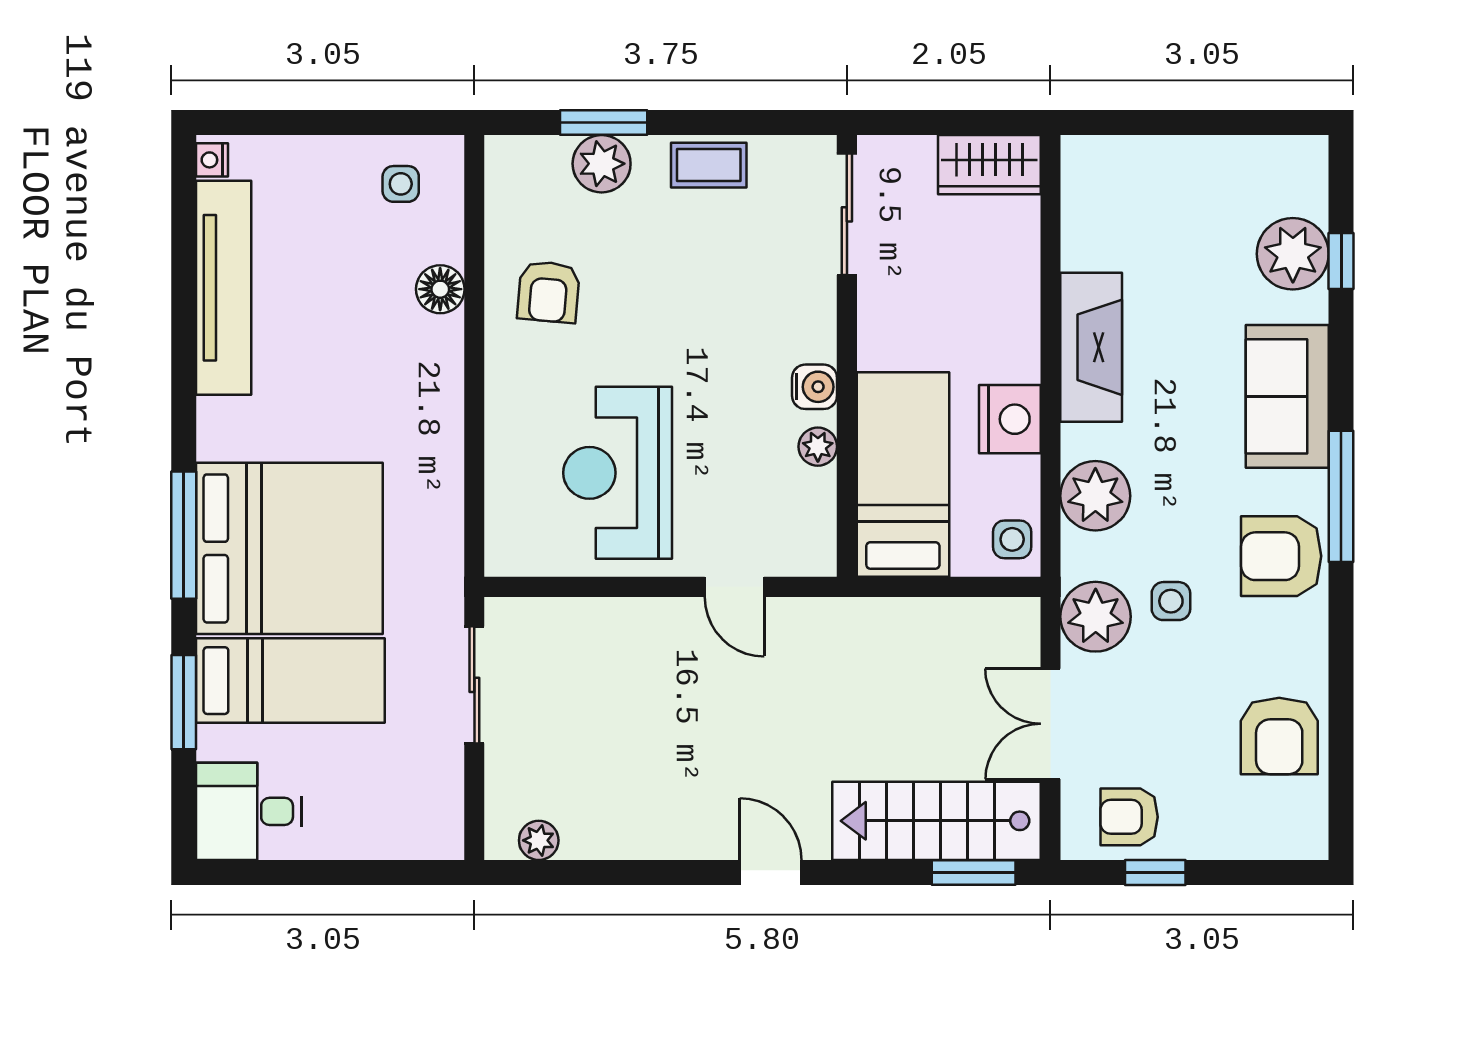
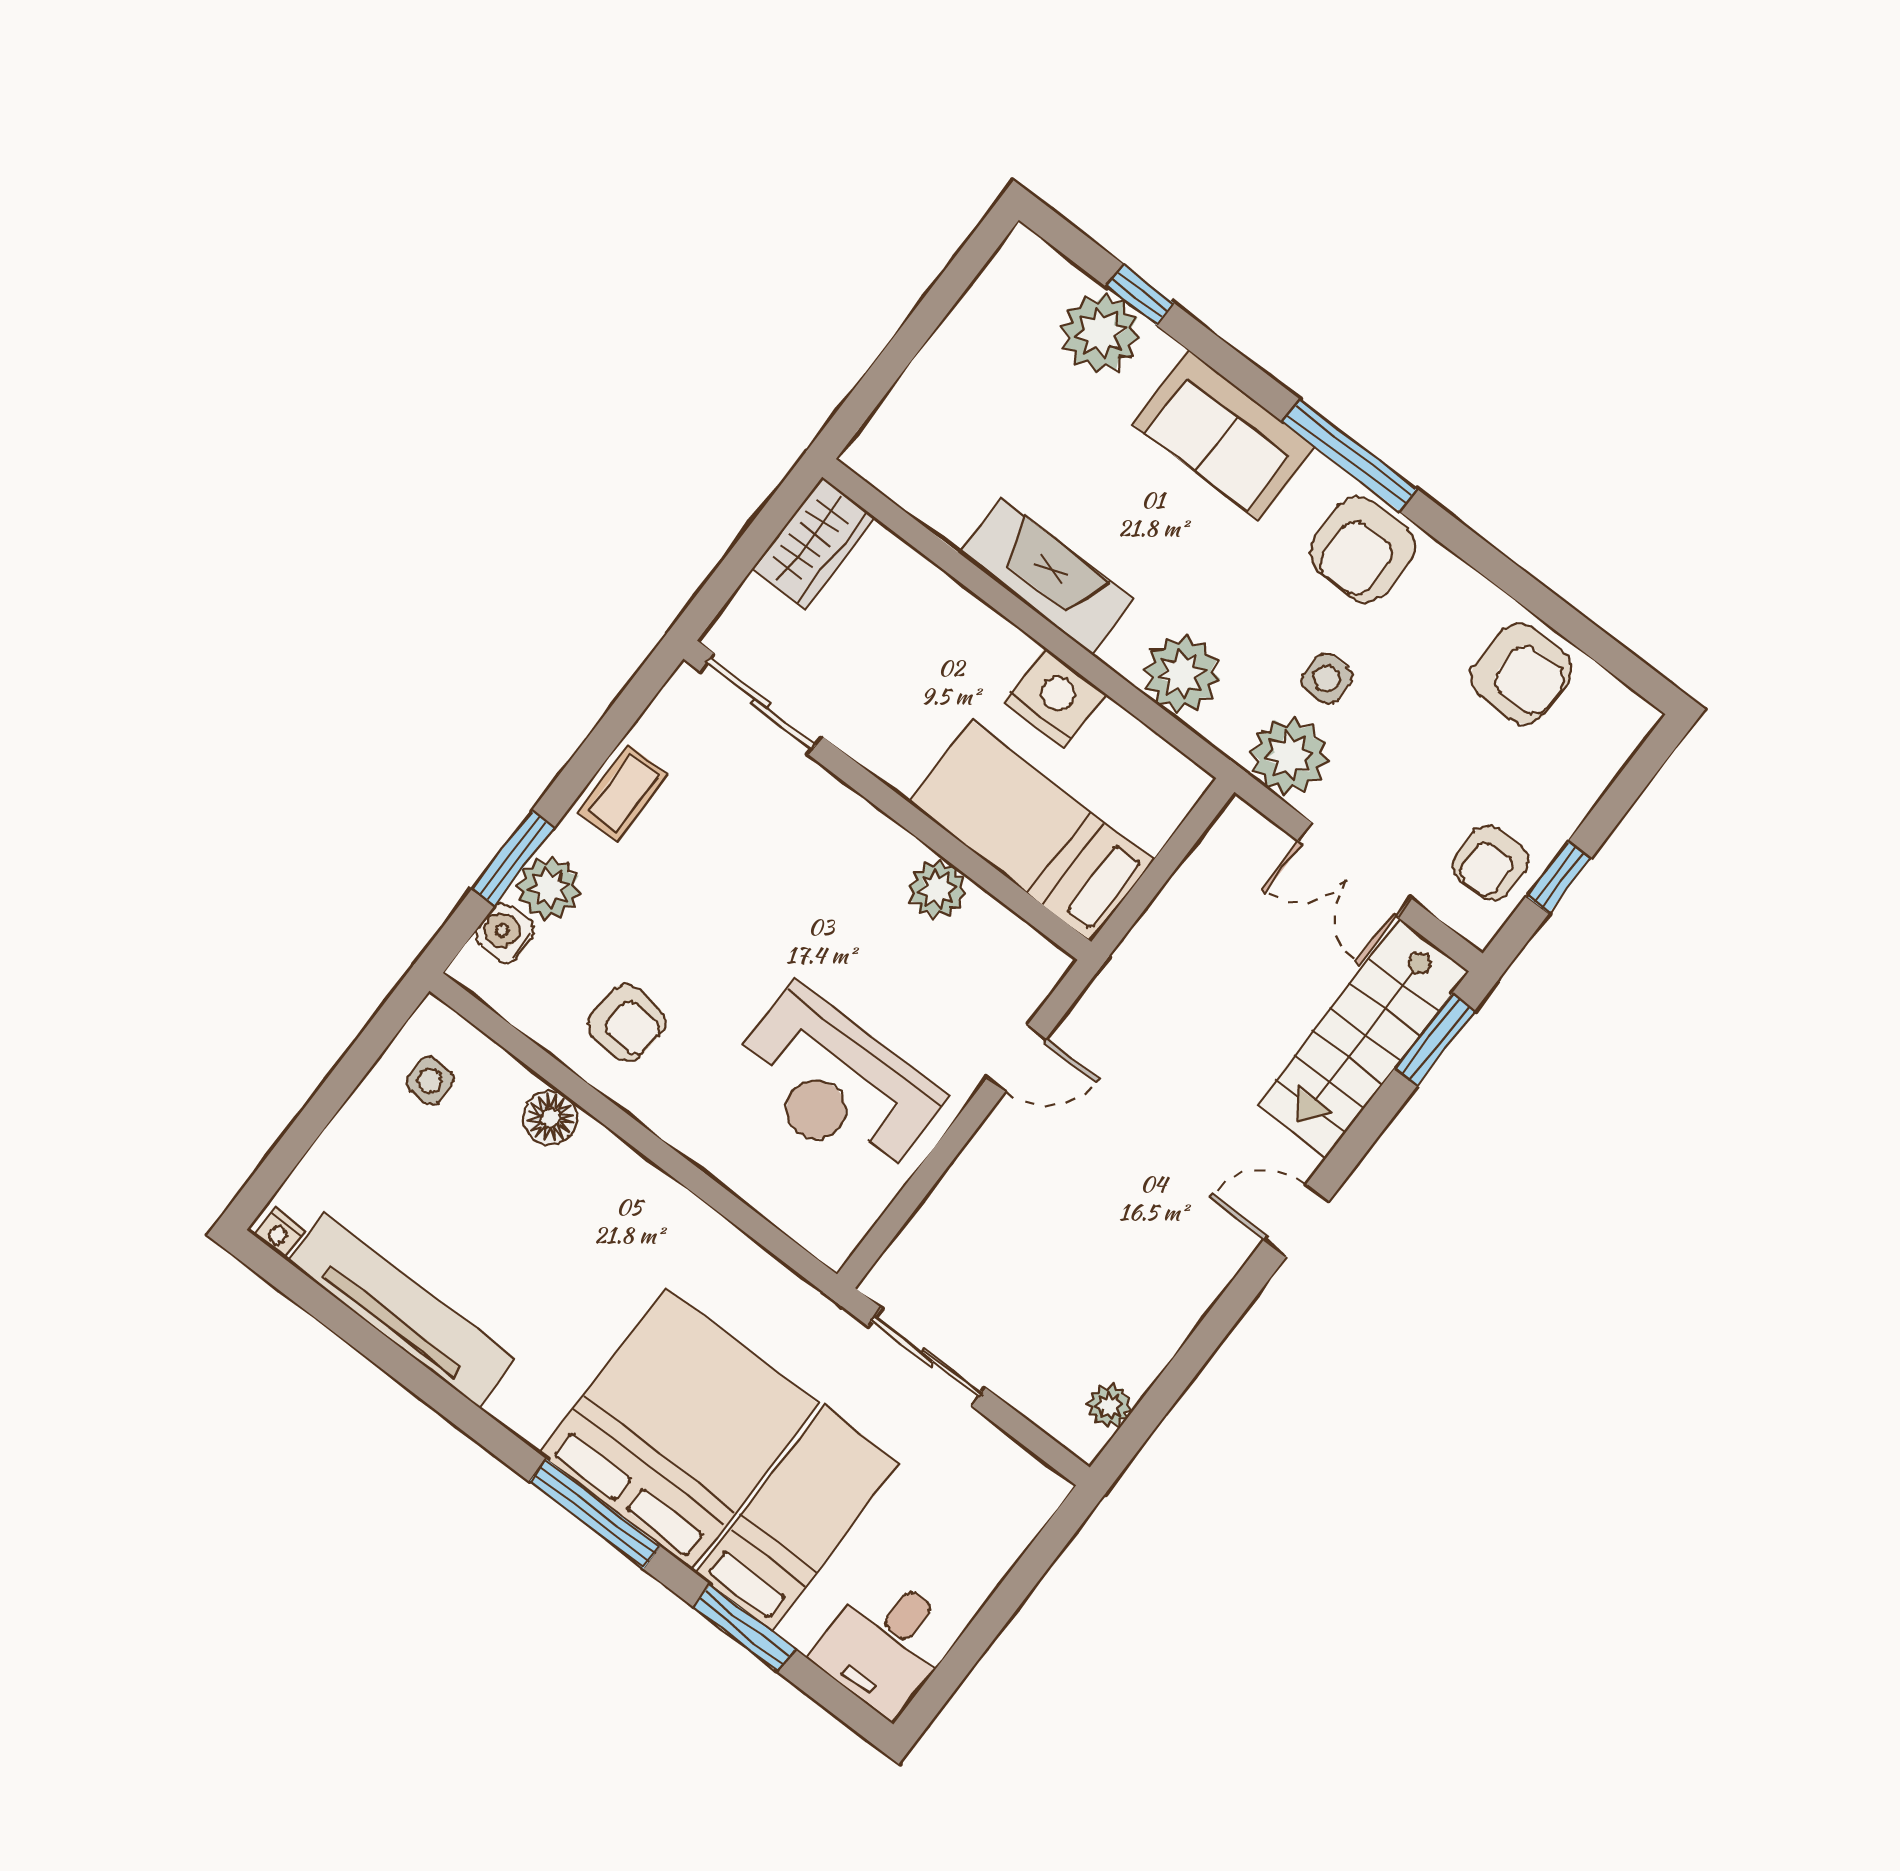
water cooler: (815, 387) -> (505, 933), moved, turned -90
plant: (818, 447) -> (937, 890), width x1.38, depth x1.38
side table: (1012, 539) -> (1164, 778), removed

